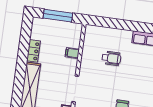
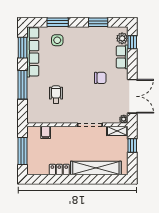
window: (126, 25) -> (22, 85), added
filing cabinet: (72, 53) -> (46, 132), moved

